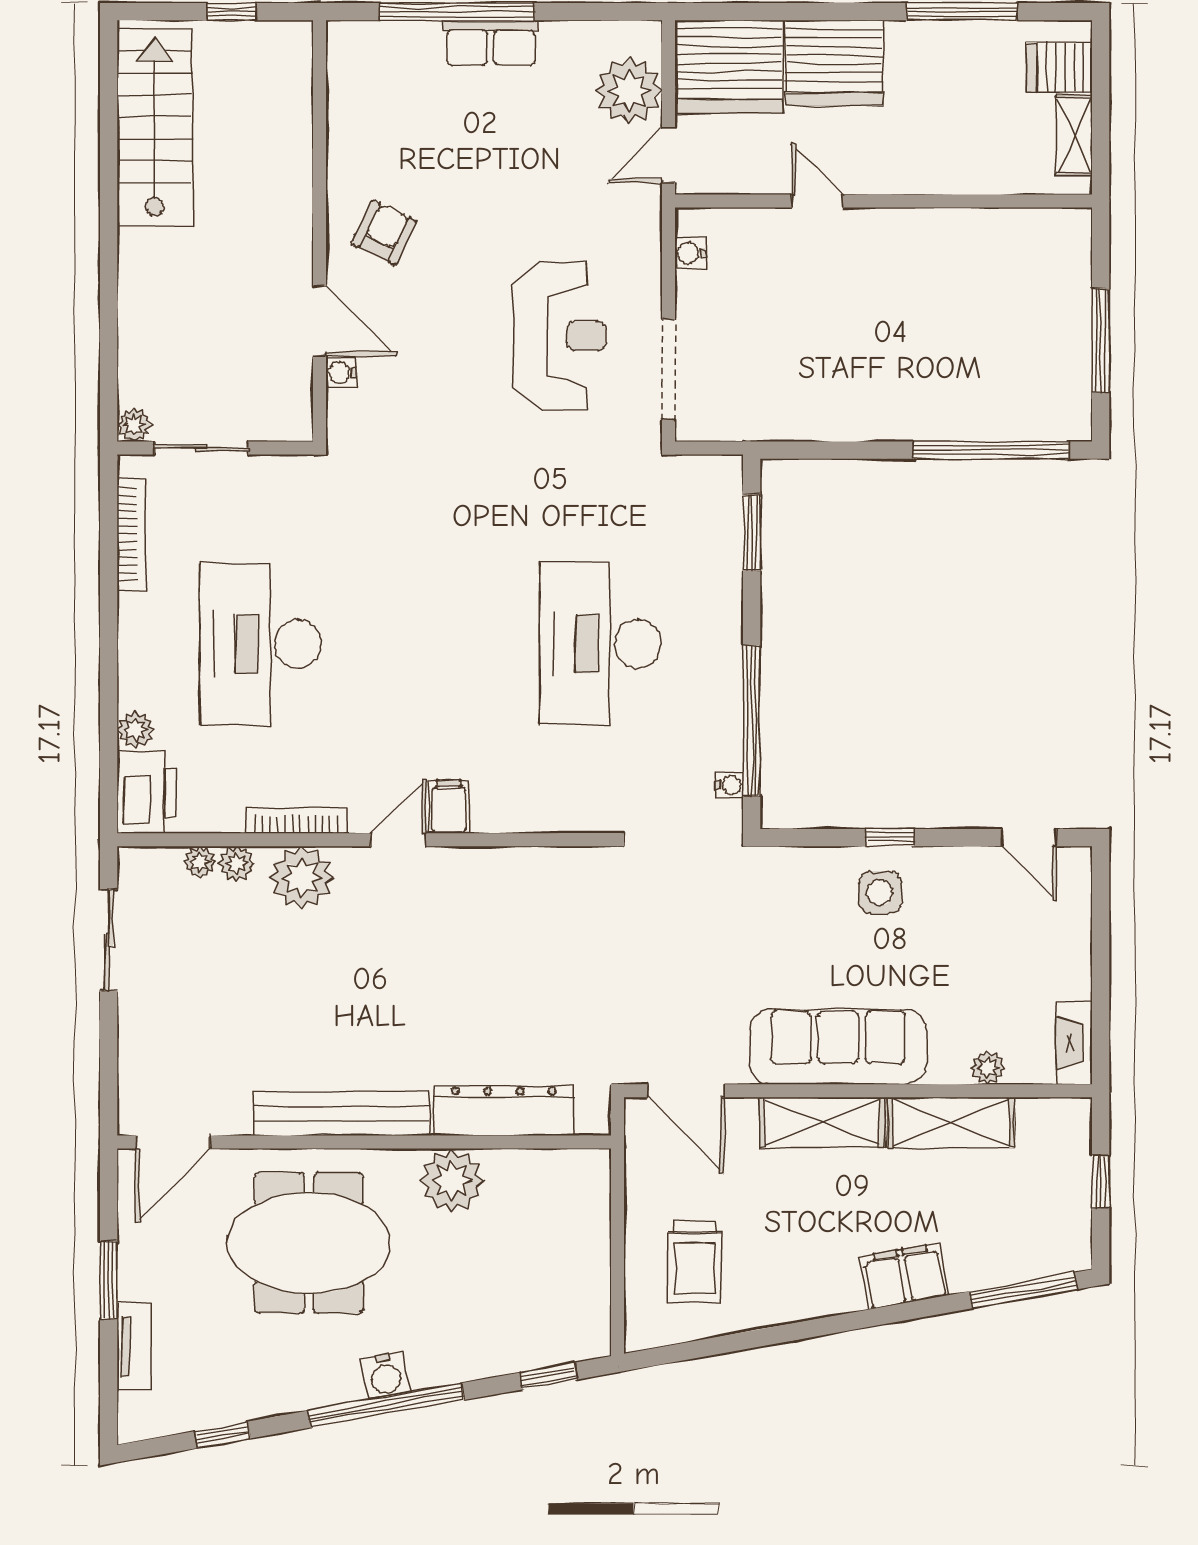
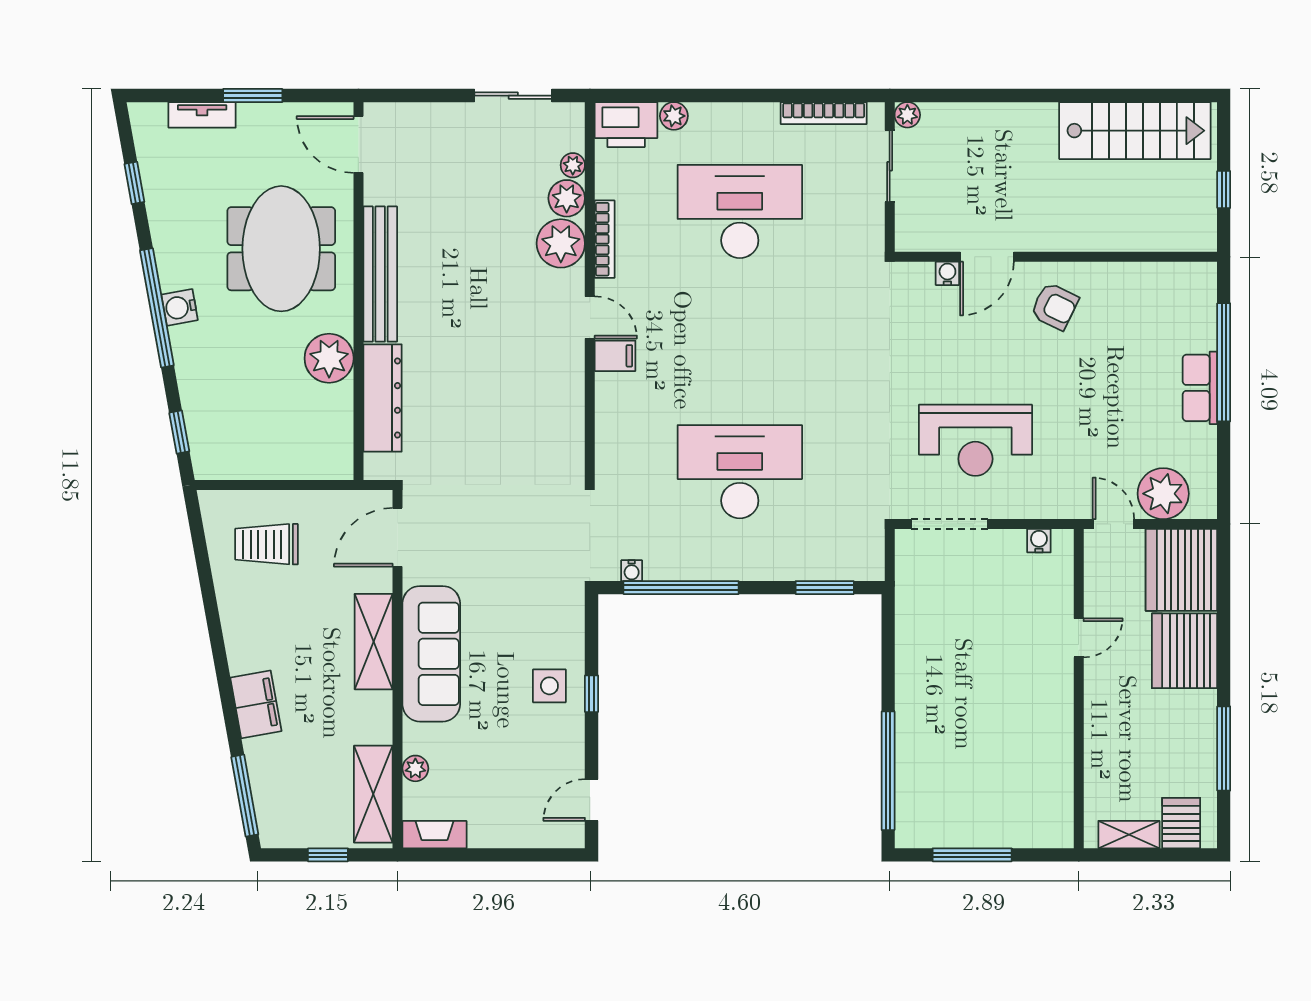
plant: (236, 863) -> (567, 198), width x1.38, depth x1.38
shelving: (951, 1123) -> (373, 794), moved

